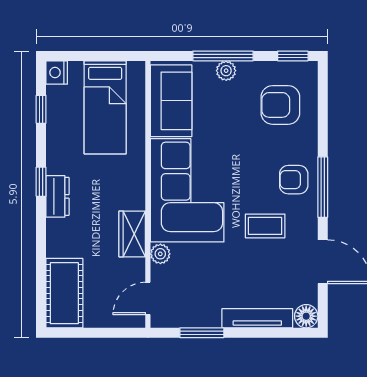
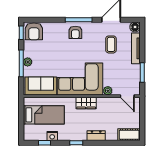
nightstand: (57, 72) -> (52, 136), moved
armchair: (280, 105) -> (34, 31), moved
dresser: (58, 196) -> (96, 136), moved
coffee table: (265, 226) -> (111, 44), moved
wardrobe: (132, 234) -> (86, 103), moved
cot: (64, 293) -> (129, 135), width x0.73, depth x0.75

